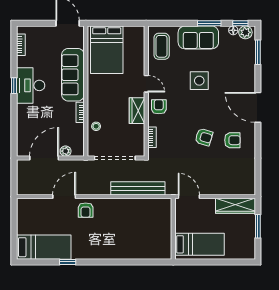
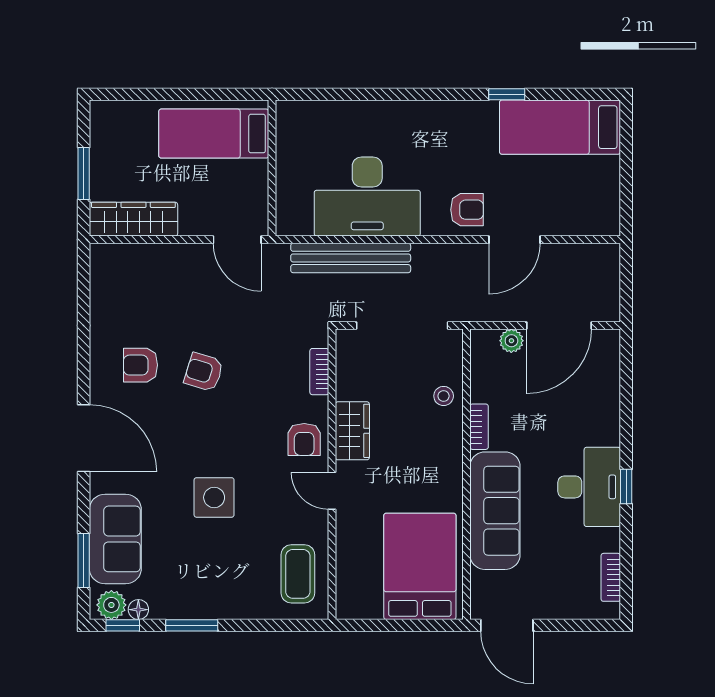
sofa: (198, 37) -> (115, 539), moved, turned 90
armchair: (86, 210) -> (467, 210), turned 90
desk: (130, 216) -> (367, 197), added

